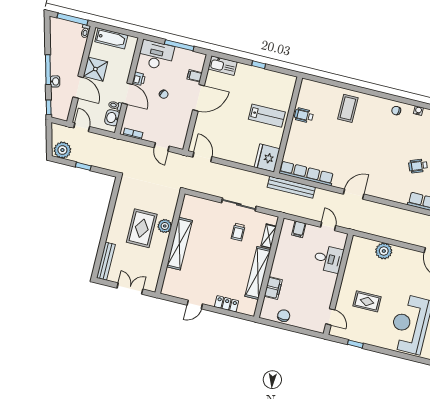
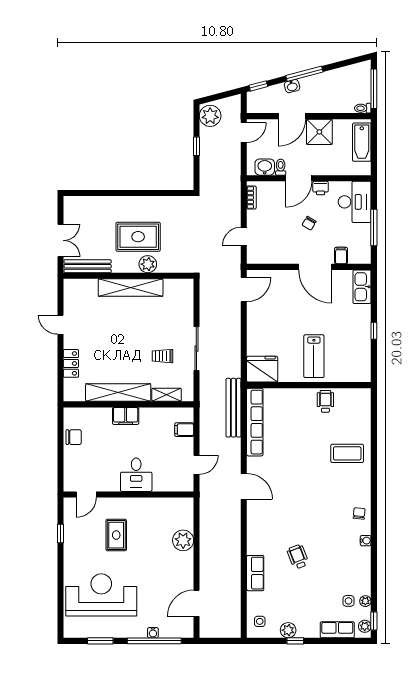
desk: (328, 259) -> (136, 475), moved
bench: (106, 261) -> (88, 266), moved
filing cabinet: (273, 288) -> (126, 416), moved

